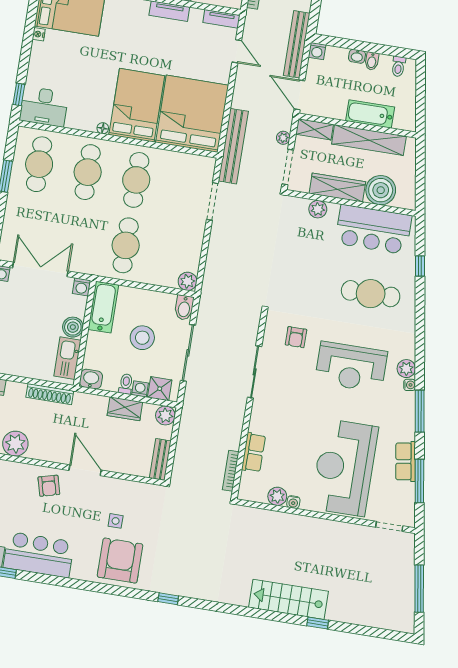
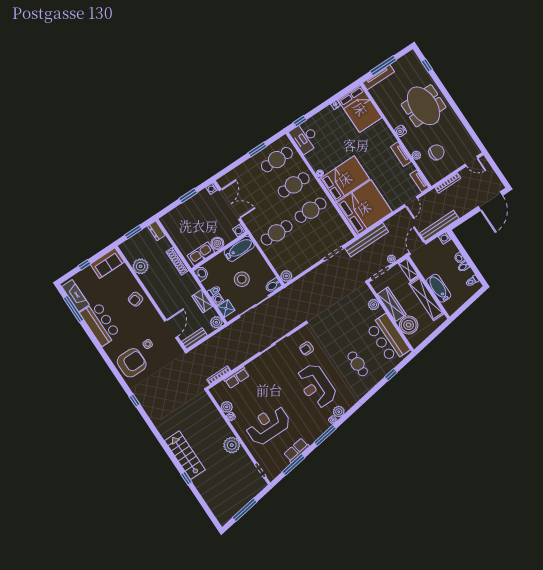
cafe table: (371, 294) -> (358, 364), width x0.73, depth x0.74
reception desk: (344, 468) -> (268, 425), width x0.74, depth x0.77
door: (85, 470) -> (171, 329), moved
plant: (328, 533) -> (232, 445), added

